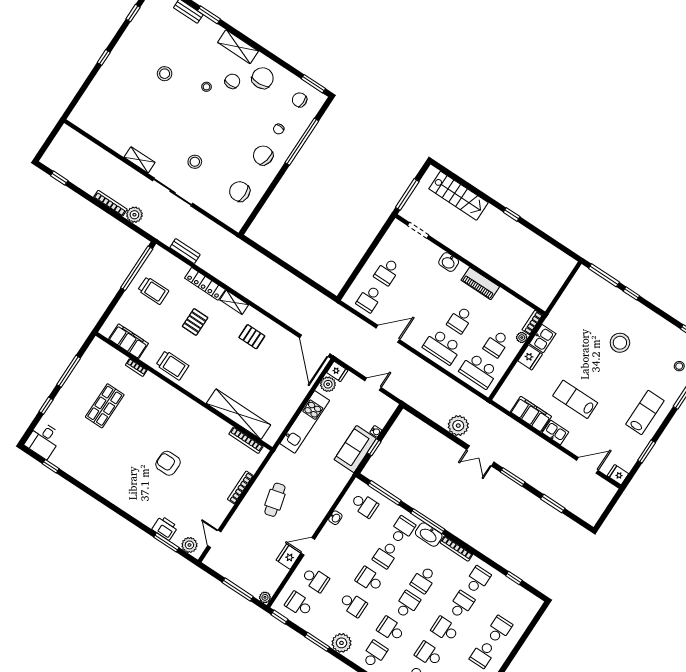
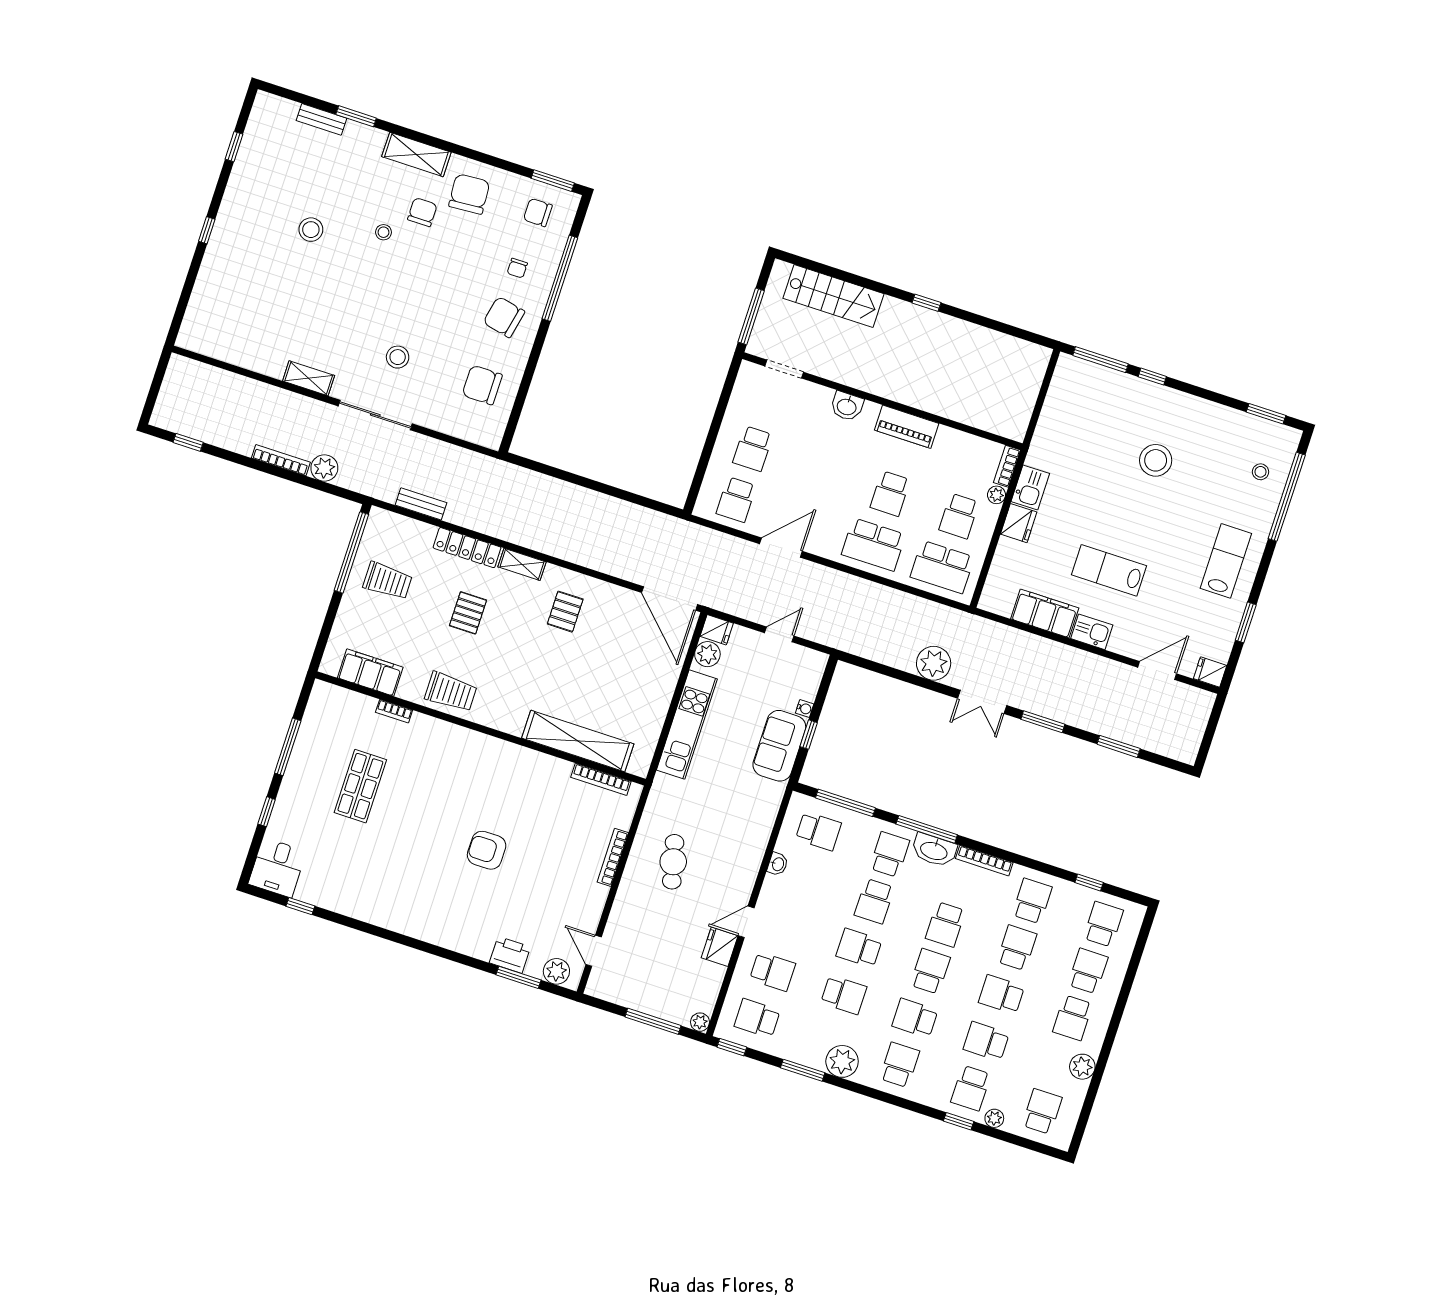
pallet: (252, 337) -> (565, 612), turned 90
school desk: (515, 605) -> (1103, 924), added

